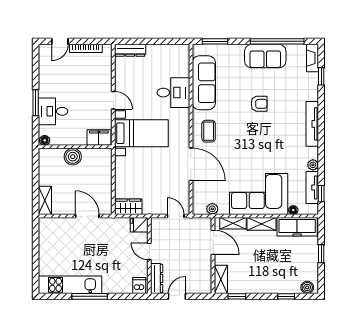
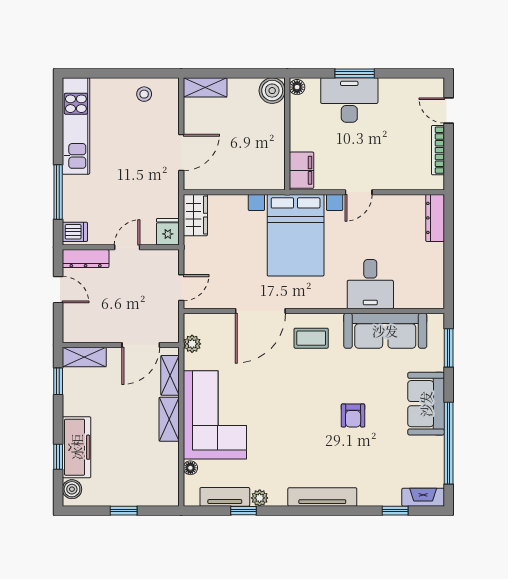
sofa: (265, 56) -> (426, 404), moved
desk: (53, 111) -> (349, 100), width x1.37
bed with nightstands: (141, 133) -> (296, 235), width x1.36
boiler: (73, 157) -> (272, 91), moved
window: (321, 194) -> (243, 511), moved
freezer: (297, 227) -> (77, 447), moved, turned 180
stool: (49, 240) -> (144, 94), added
window: (90, 296) -> (58, 192), moved

